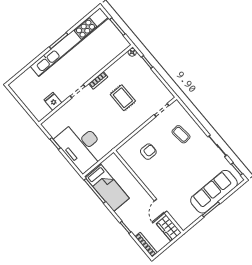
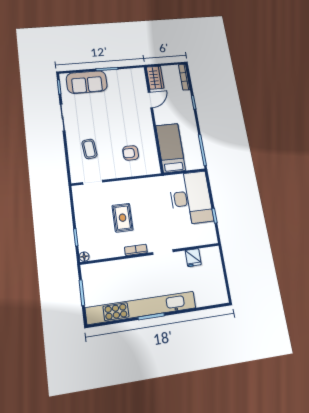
bed: (107, 187) -> (171, 148), moved
sofa: (214, 192) -> (87, 82), width x0.73

